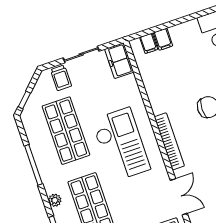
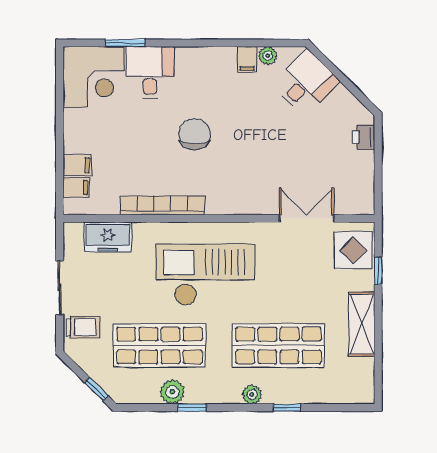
freezer: (119, 61) -> (108, 237), moved
bookcase: (169, 141) -> (162, 205), moved
plant: (39, 149) -> (172, 392), added
window: (33, 165) -> (192, 408), width x0.46

